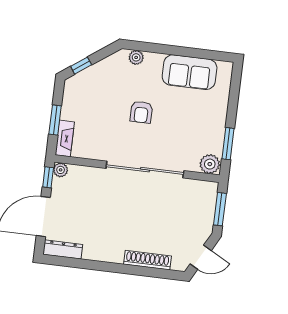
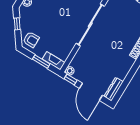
window: (81, 66) -> (17, 24), moved
armchair: (141, 112) -> (31, 40), moved

